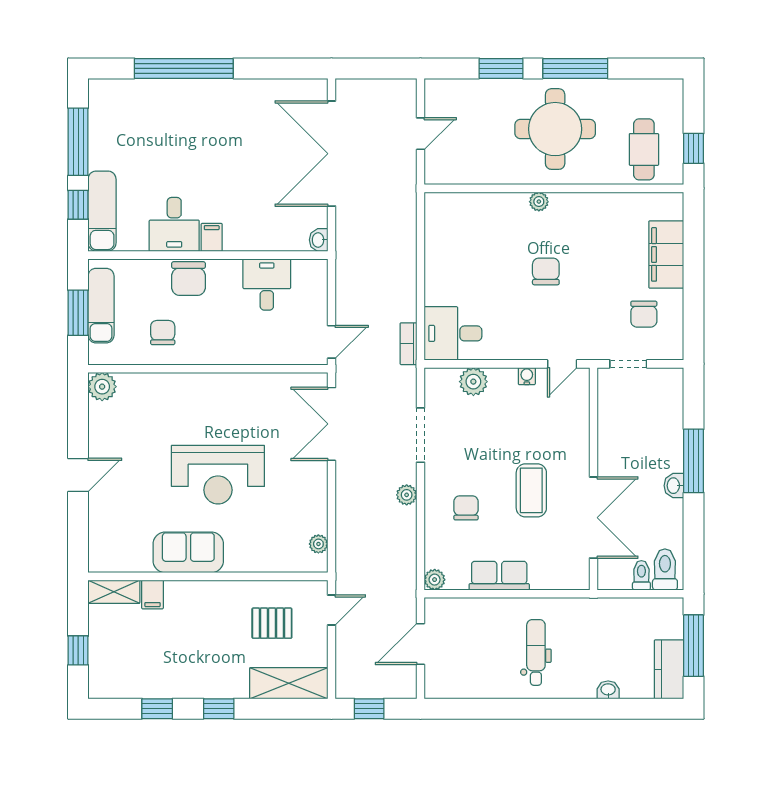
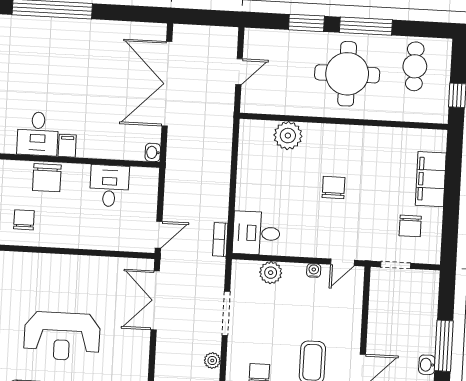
cafe table: (644, 149) -> (415, 66), moved
plant: (539, 202) -> (288, 136), moved, width x1.88, depth x1.88

